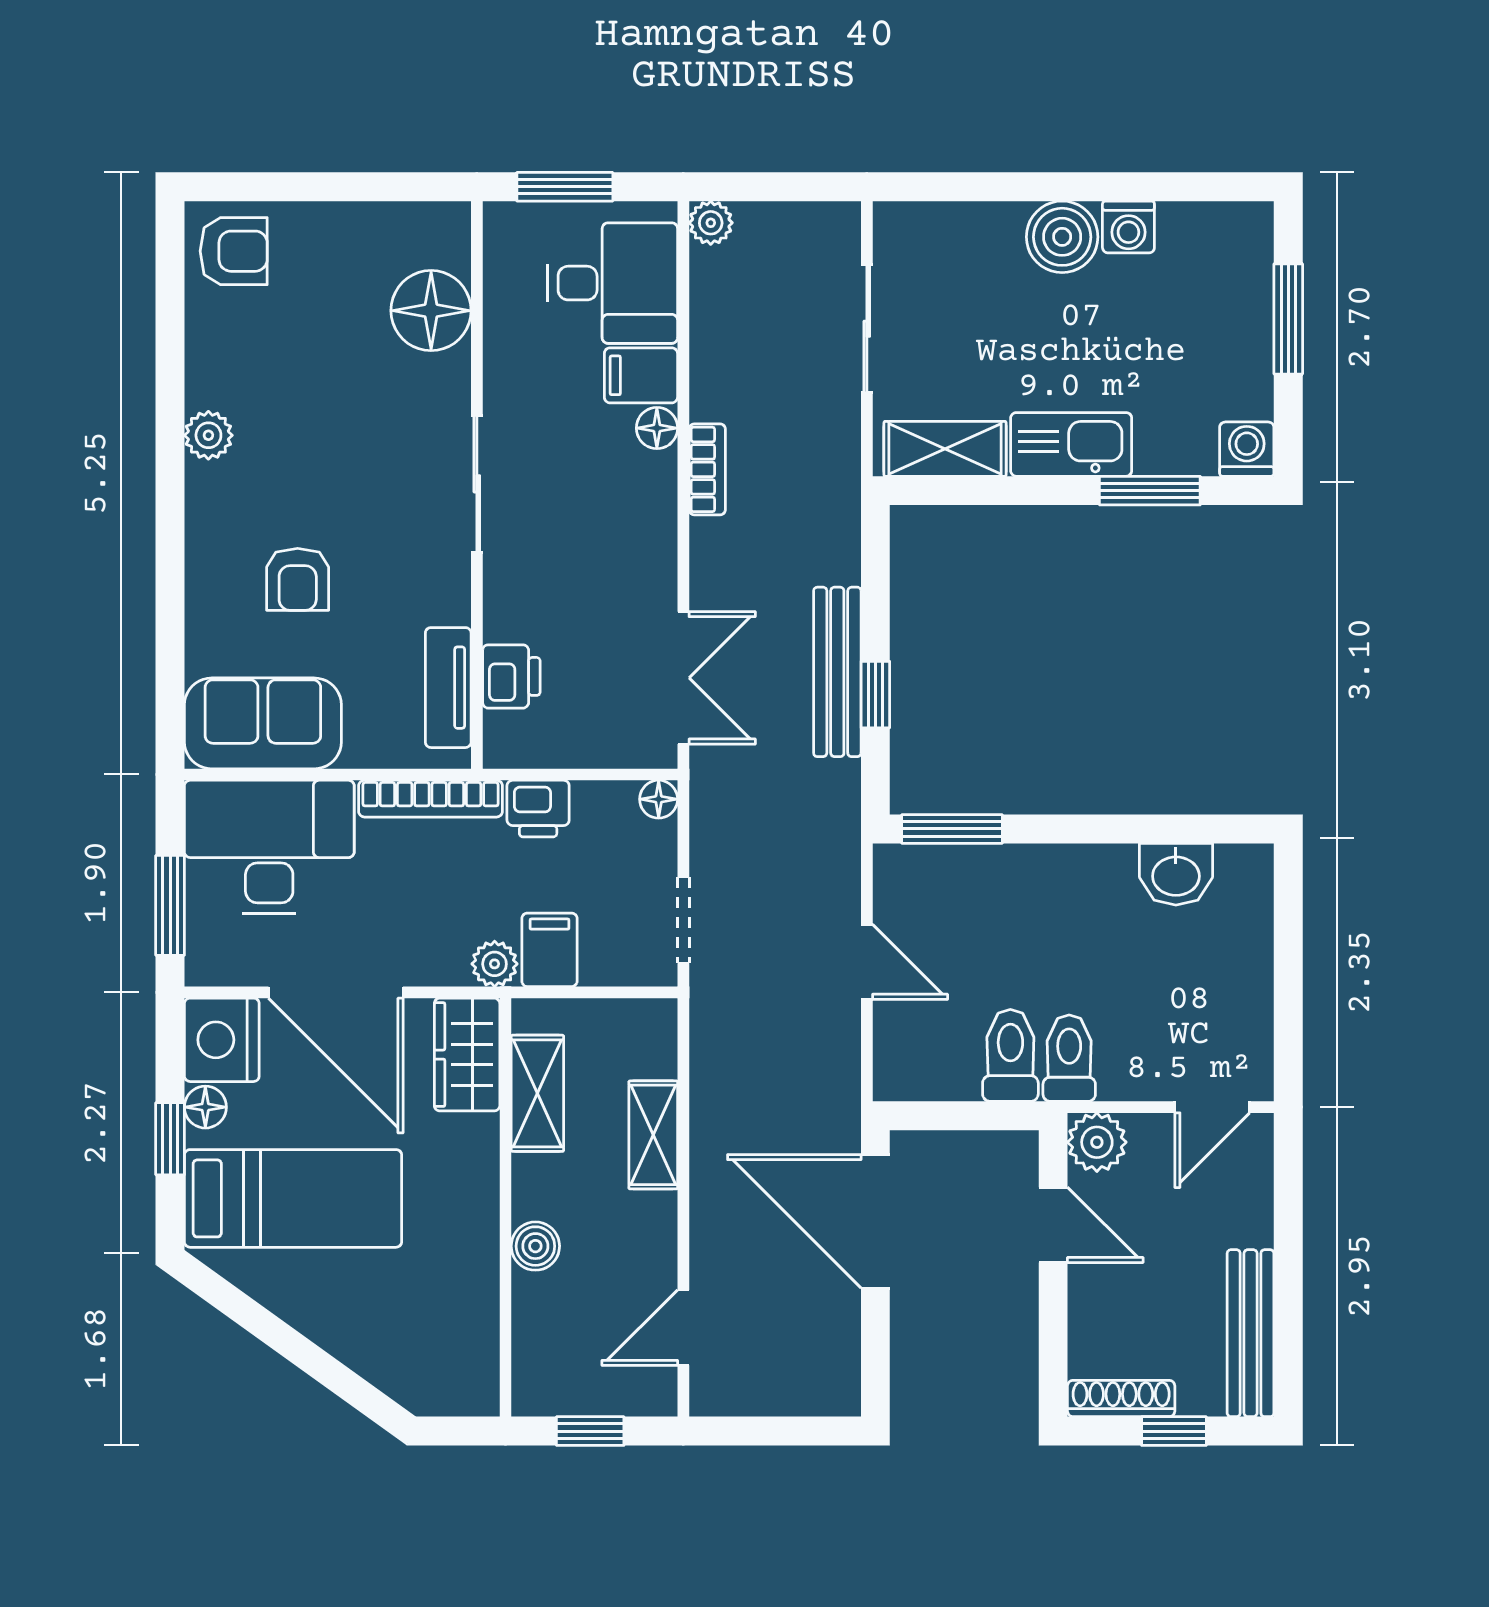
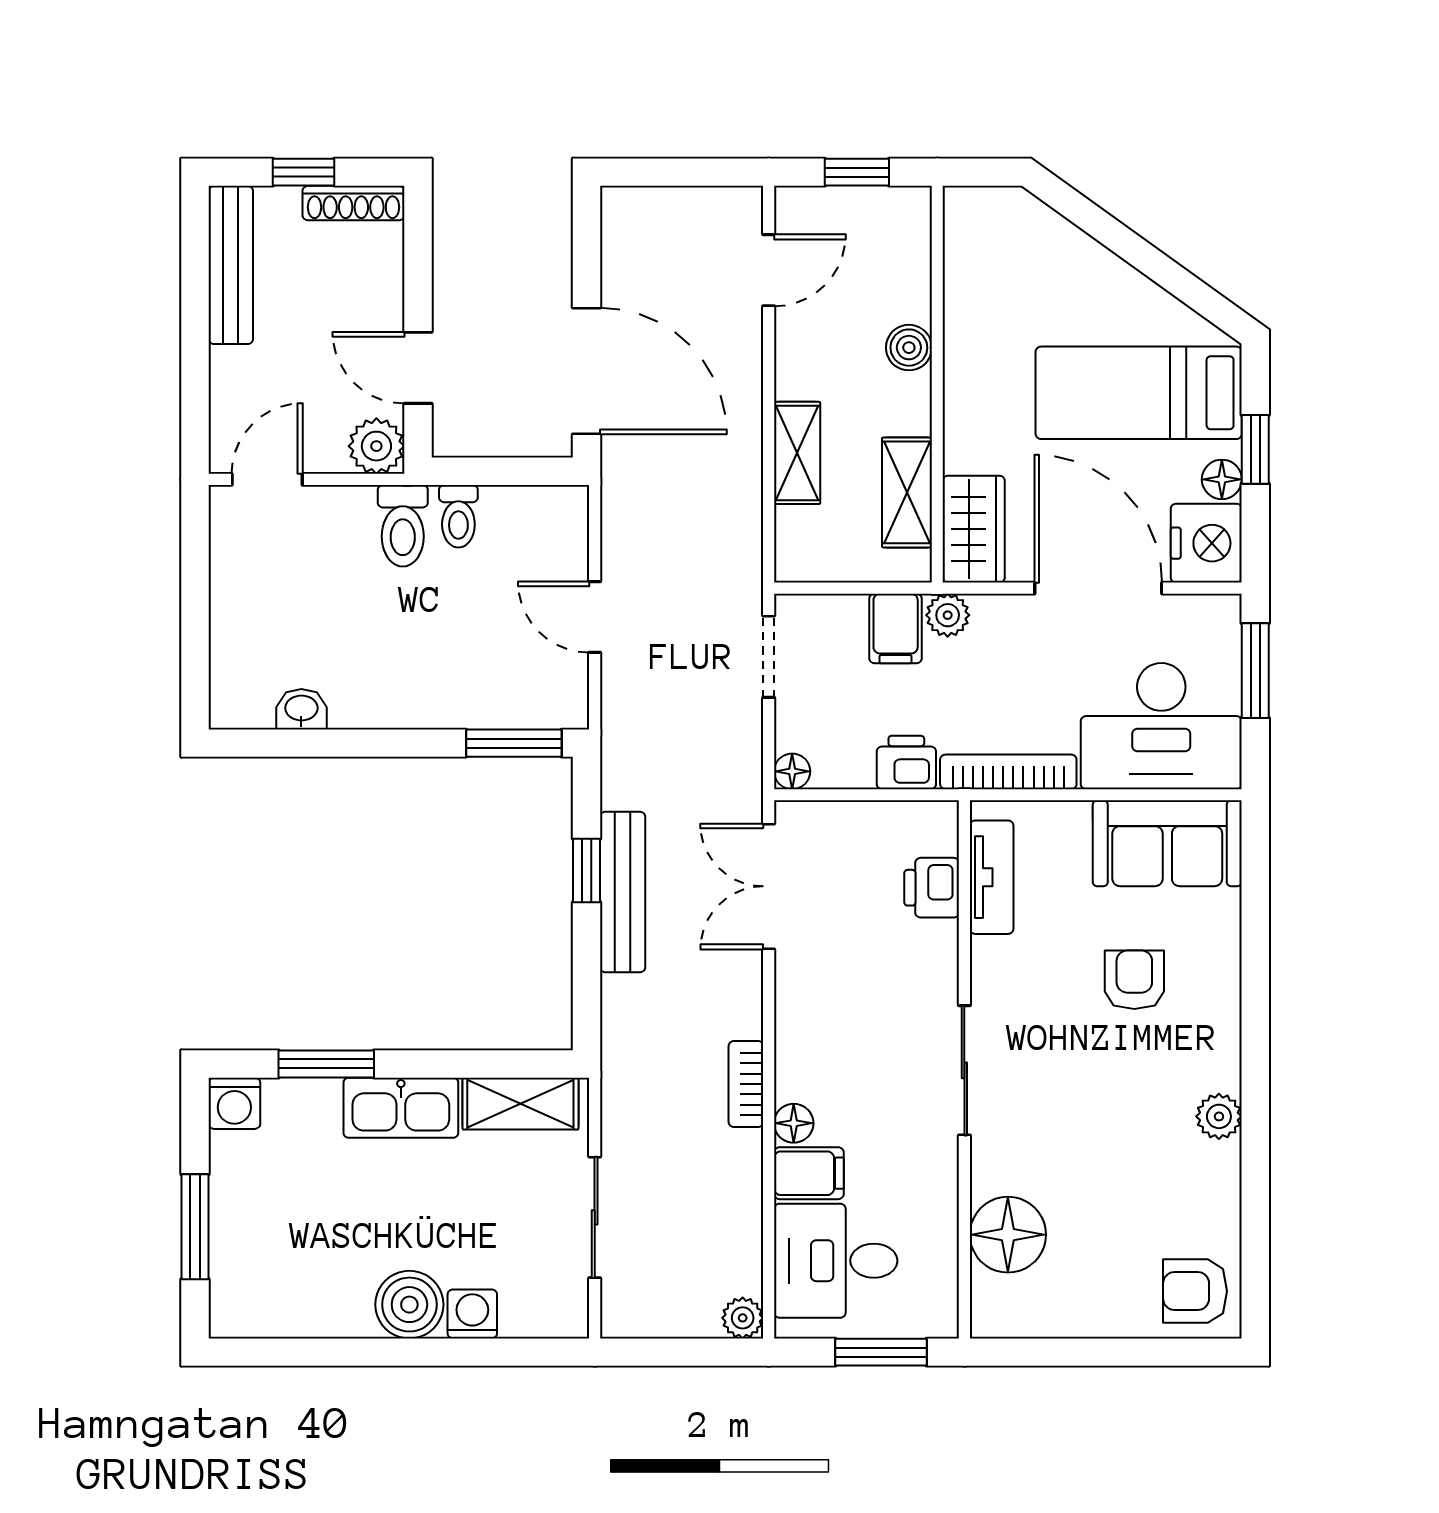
washing machine: (1128, 227) -> (472, 1314), moved
washbasin: (1176, 874) -> (301, 709), width x0.72, depth x0.69
toilet: (1010, 1055) -> (458, 516), width x0.73, depth x0.72

